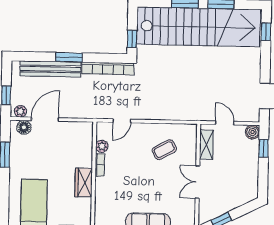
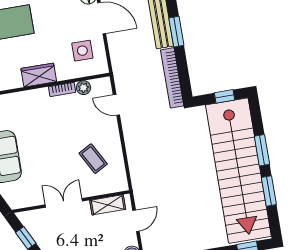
window: (132, 39) -> (225, 96), moved
side table: (70, 141) -> (82, 51), added

